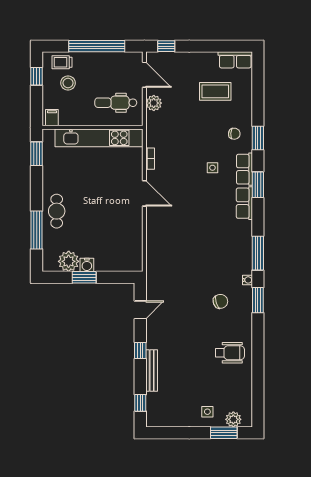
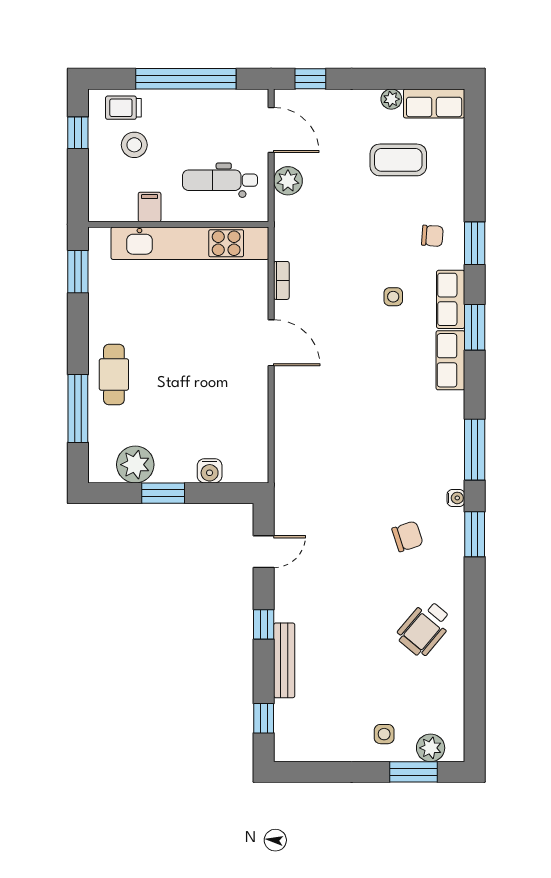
plant: (211, 57) -> (391, 99), added
filing cabinet: (52, 118) -> (150, 207), moved
water cooler: (87, 265) -> (210, 471), moved
wheelchair: (230, 353) -> (424, 628), turned 130

